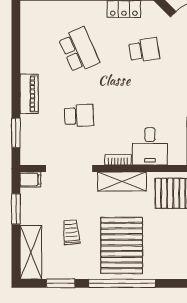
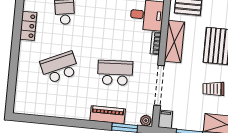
piano: (29, 94) -> (108, 115), moved
school desk: (79, 116) -> (115, 73), width x1.85
plant: (27, 157) -> (146, 121), added

